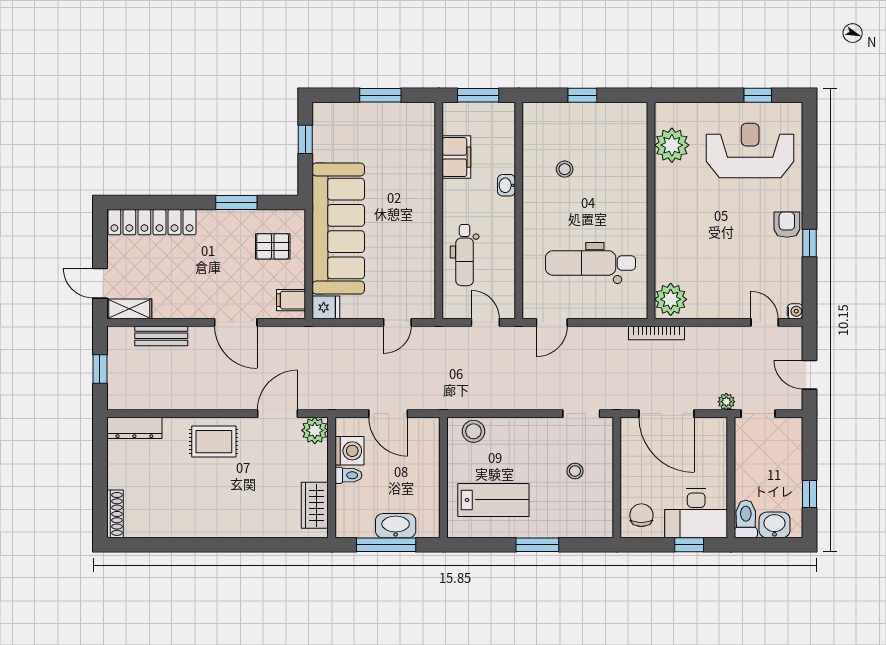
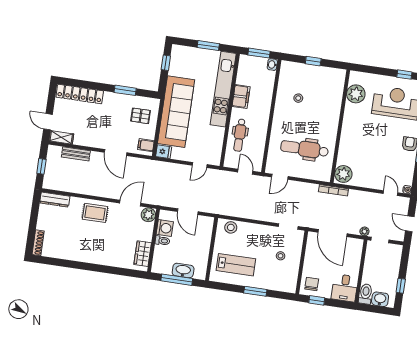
filing cabinet: (456, 157) -> (241, 97), moved
kitchen unit: (421, 173) -> (223, 89), added
washbasin: (506, 185) -> (272, 65), moved
desk: (696, 513) -> (345, 288), width x0.73
window: (689, 545) -> (317, 300), moved

